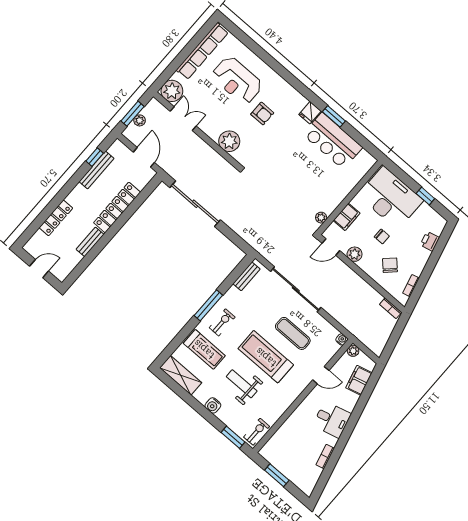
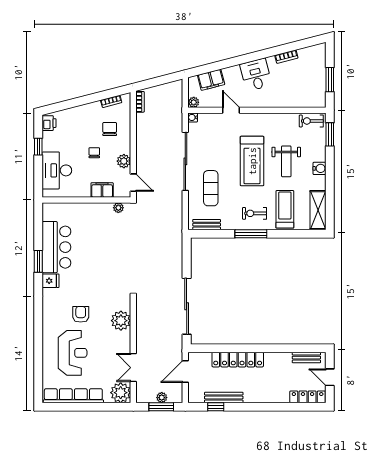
desk: (391, 198) -> (57, 170), width x0.73, depth x0.77
locker: (56, 218) -> (308, 397), moved
printer: (430, 241) -> (49, 123), moved, turned -76
bench: (90, 242) -> (306, 358), moved
chair: (390, 265) -> (110, 129), turned 134
sliding door: (296, 289) -> (185, 161), moved
exercise mat: (293, 333) -> (211, 188), moved

